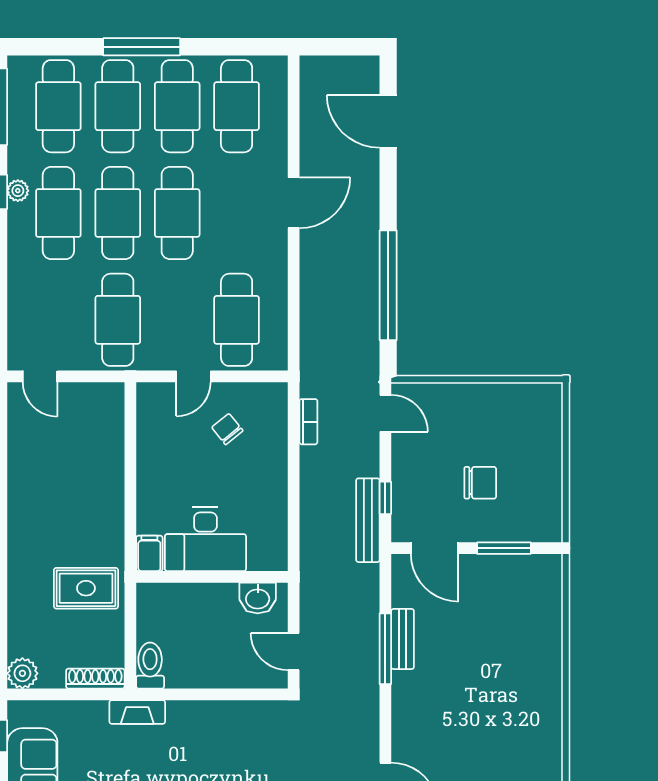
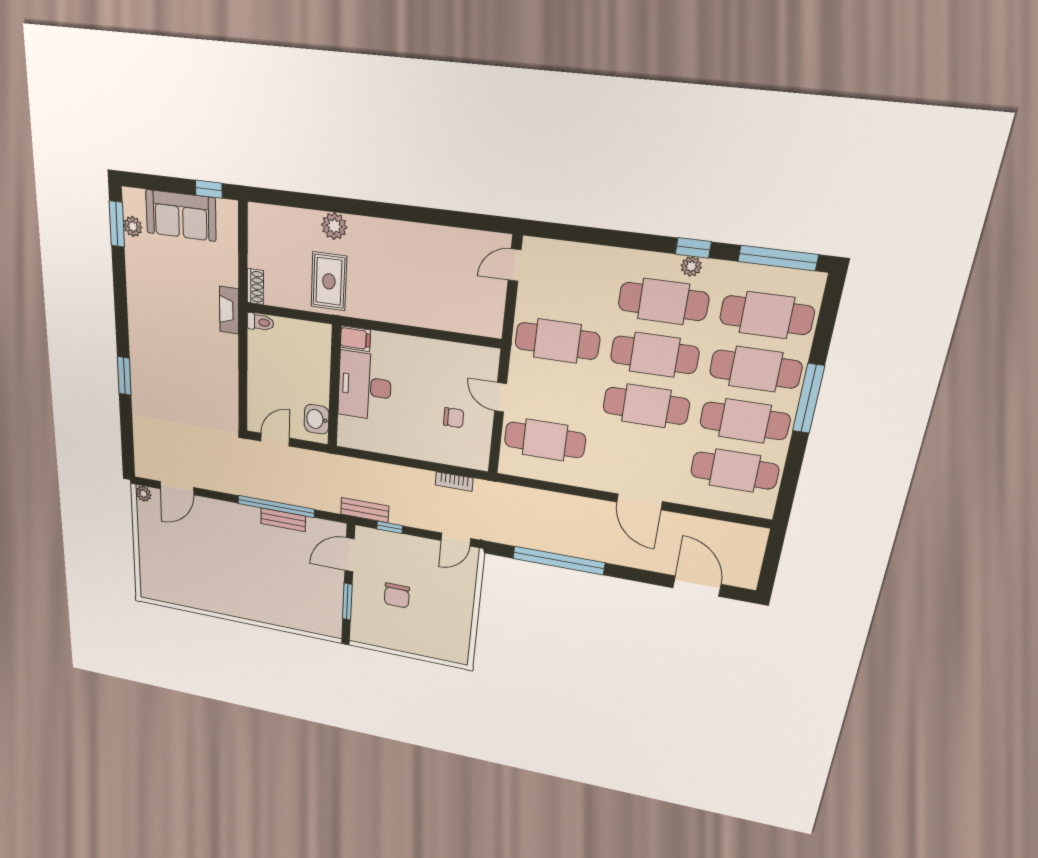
door: (388, 121) -> (697, 586), hinge flipped
chair: (227, 429) -> (454, 418), turned 39
bench: (368, 520) -> (365, 510), width x0.73
window: (385, 649) -> (276, 506), width x1.46
toilet: (150, 666) -> (260, 322), width x0.73, depth x0.72
plant: (22, 673) -> (334, 226), moved
shoe rack: (95, 679) -> (255, 287), width x0.70

